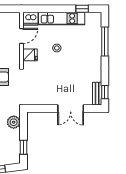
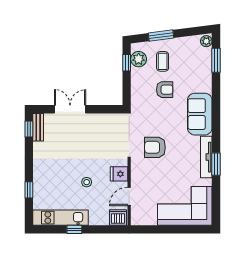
window: (82, 9) -> (74, 229), moved
kitchen unit: (62, 18) -> (60, 218), moved
window: (105, 42) -> (29, 190), width x0.46
plant: (14, 122) -> (139, 59), moved

